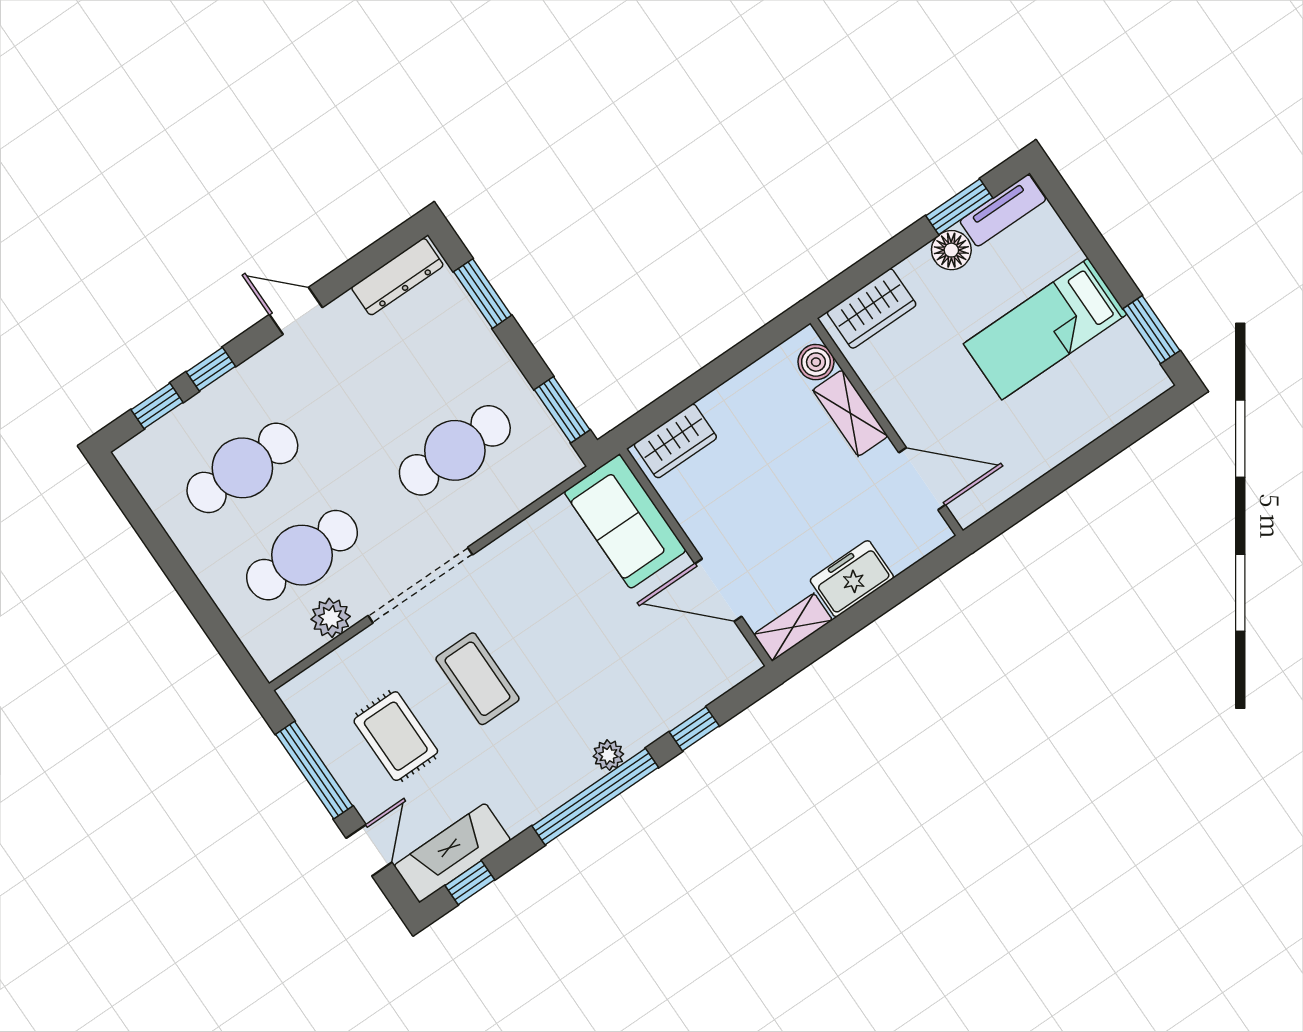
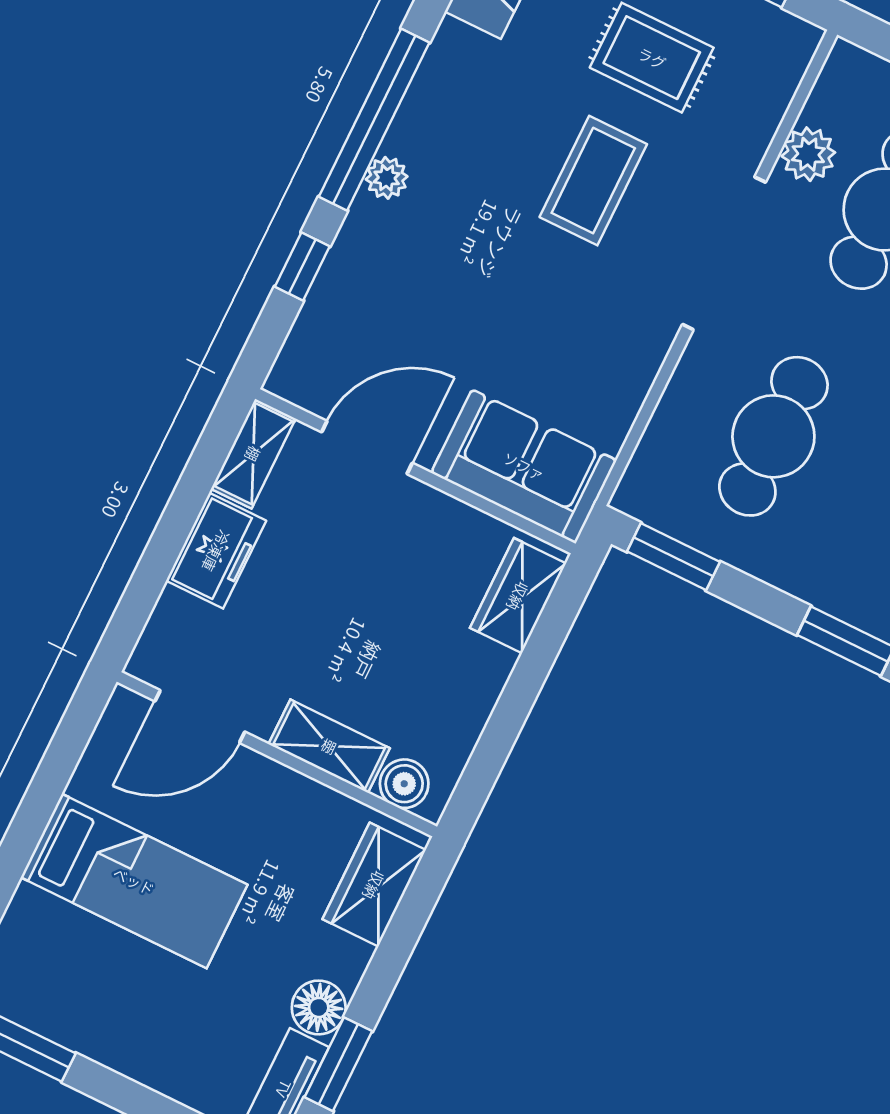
bed: (1045, 329) -> (134, 881), moved, turned 90
coffee table: (477, 679) -> (593, 181), turned 90

